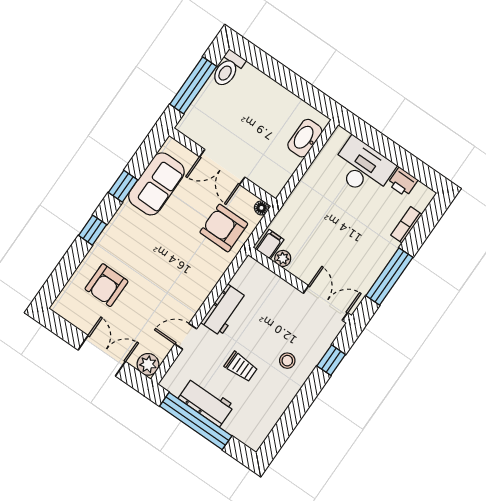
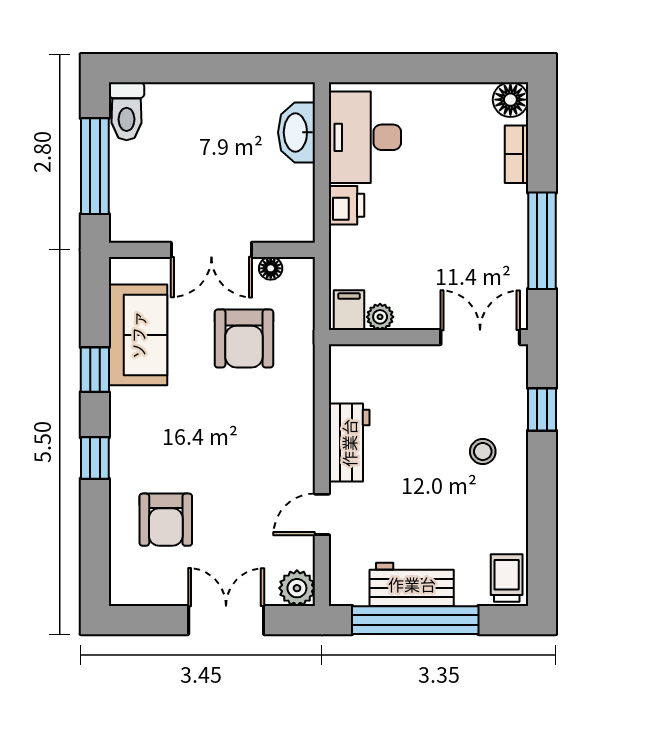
desk: (363, 168) -> (365, 137), moved, turned -90
printer: (403, 182) -> (346, 205), moved, turned -90
floor lamp: (422, 196) -> (510, 100), added
floor lamp: (261, 208) -> (271, 268), moved
armchair: (224, 228) -> (244, 338), moved, turned -90
trolley: (241, 367) -> (507, 578), moved, turned -90

